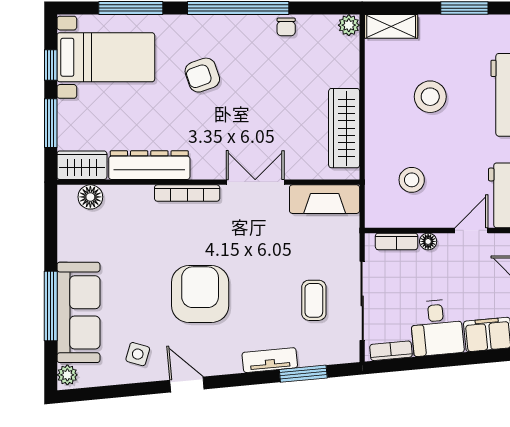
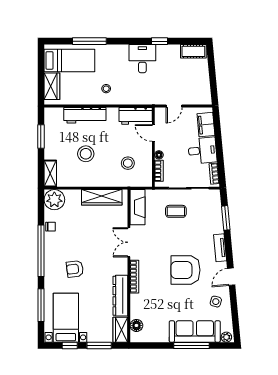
plant: (349, 25) -> (54, 200), width x1.87, depth x1.87
armchair: (202, 75) -> (75, 269), turned 102
coffee table: (314, 300) -> (176, 211), moved
tv unit: (270, 360) -> (220, 248), moved

